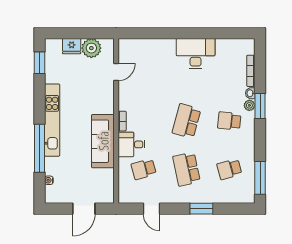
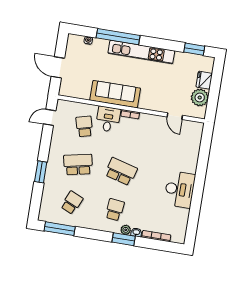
school desk: (229, 169) -> (72, 203), turned 39
door: (151, 209) -> (50, 117), moved

